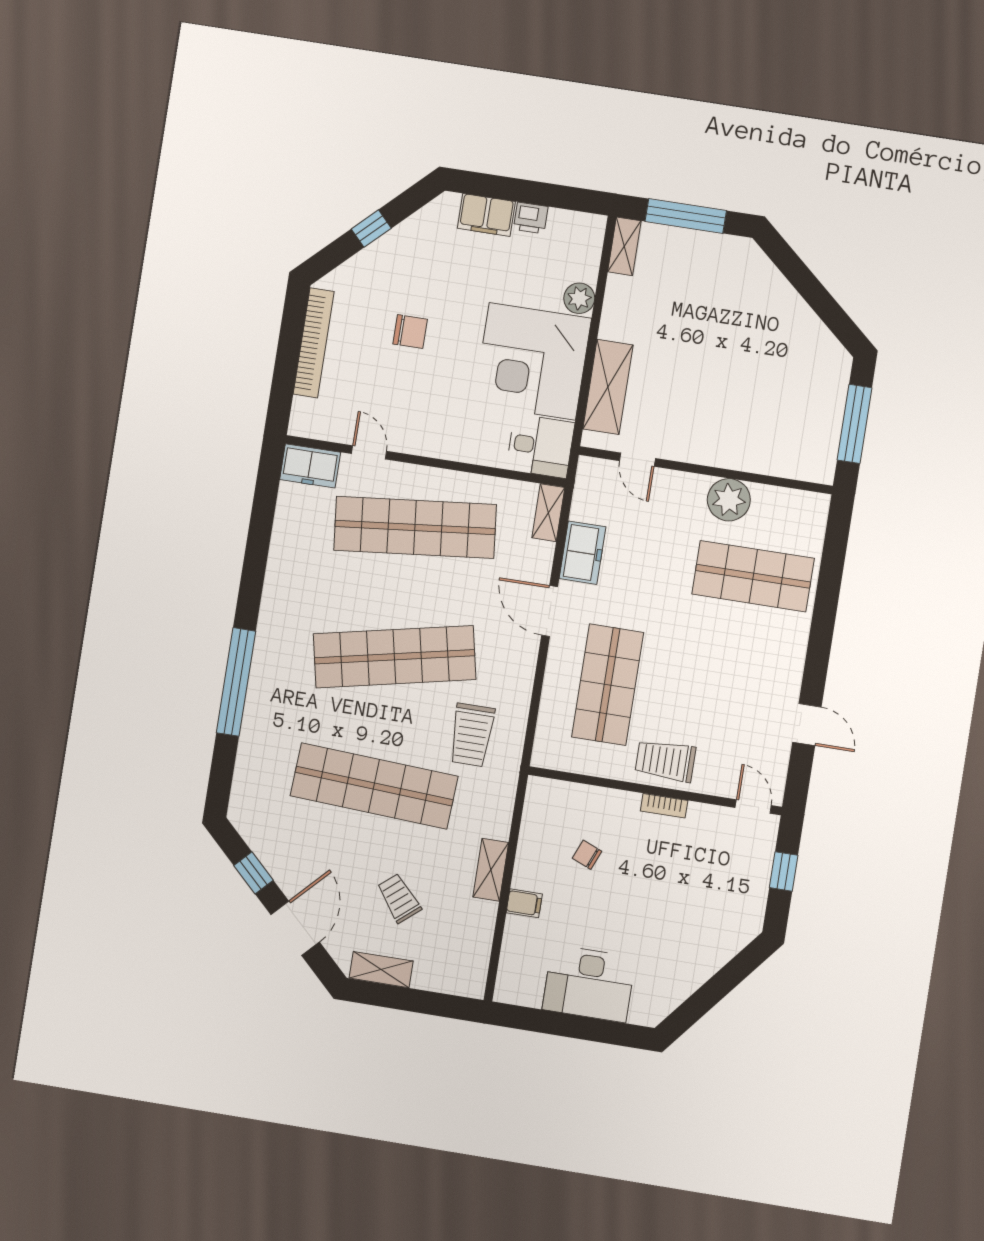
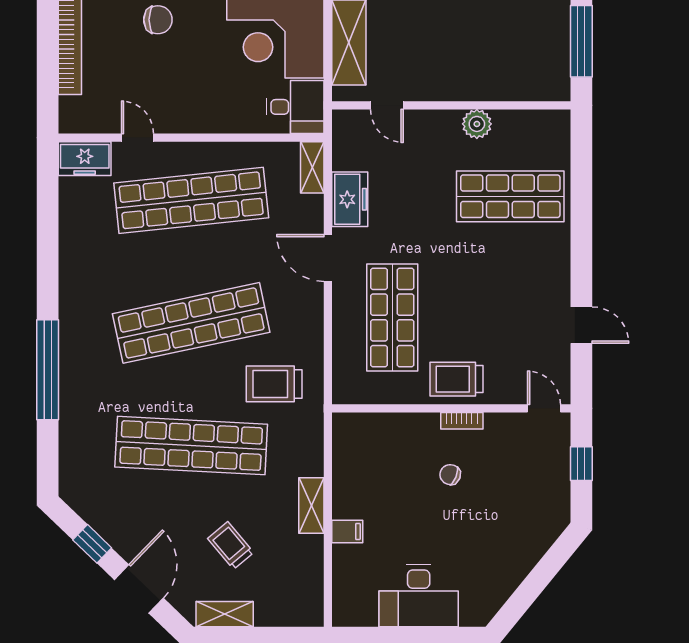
plant: (729, 500) -> (477, 124), width x0.73, depth x0.73
trolley: (472, 735) -> (274, 384), turned 90
chair: (587, 855) -> (450, 475), moved

